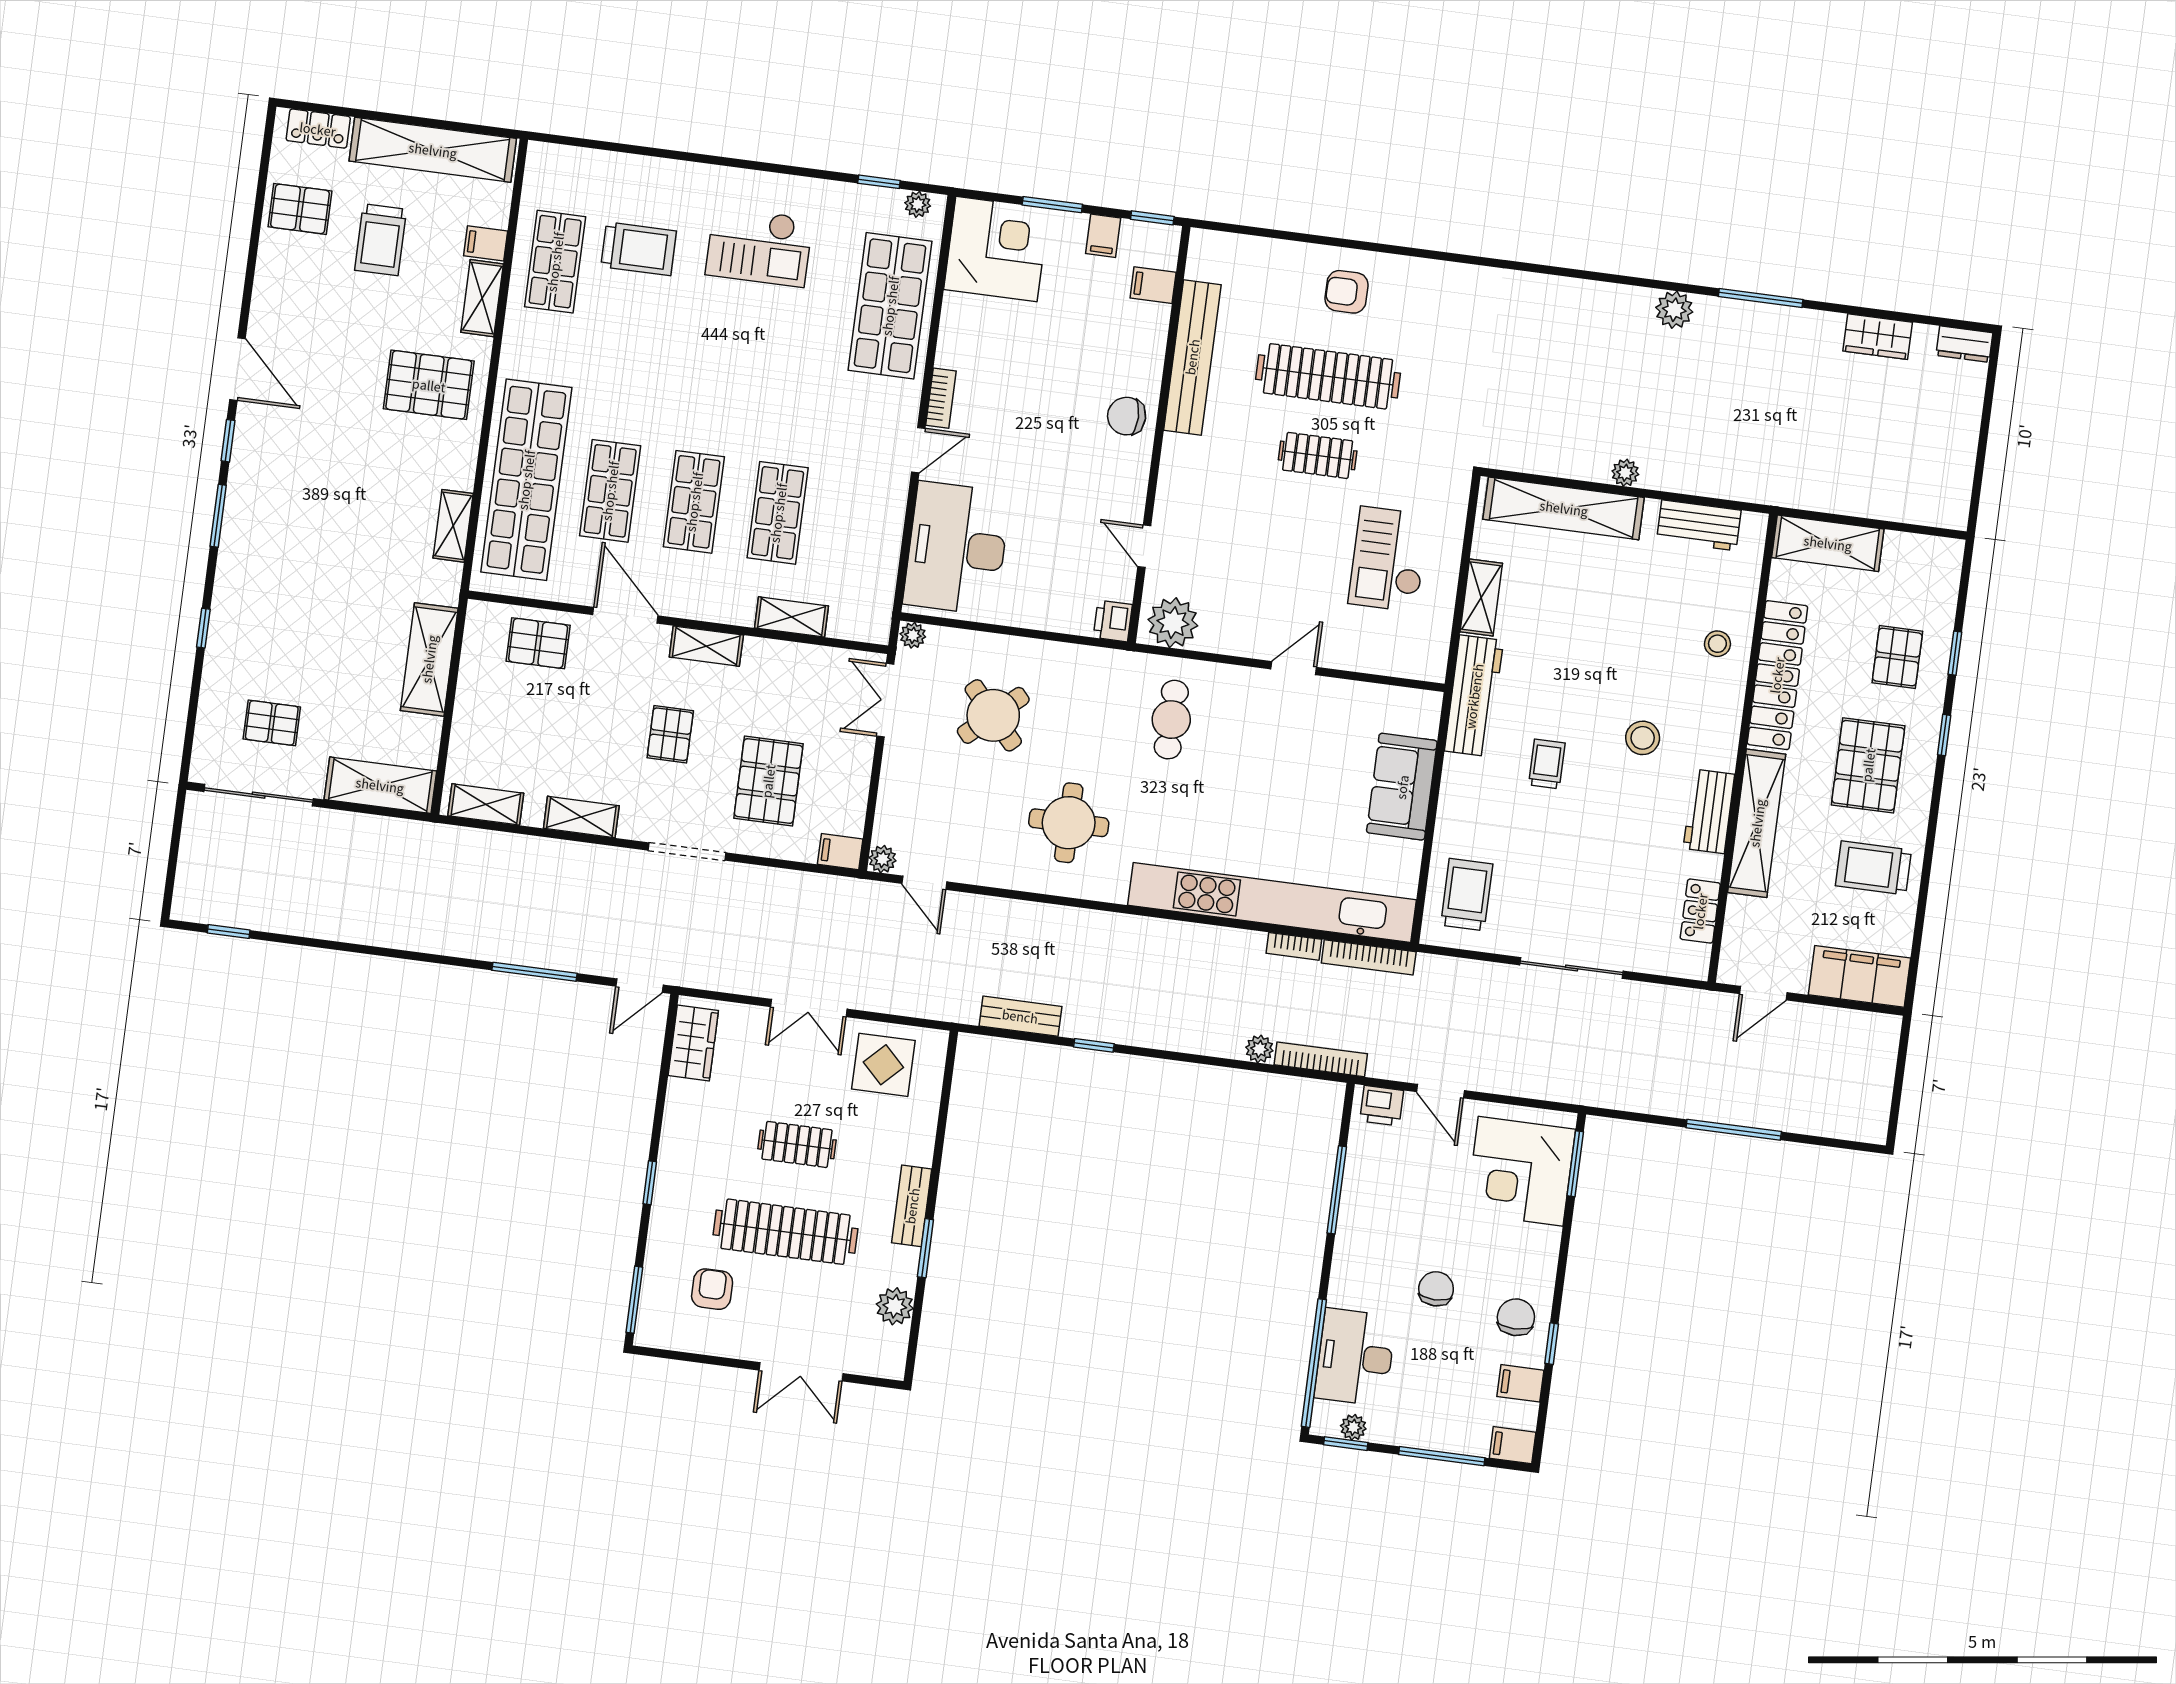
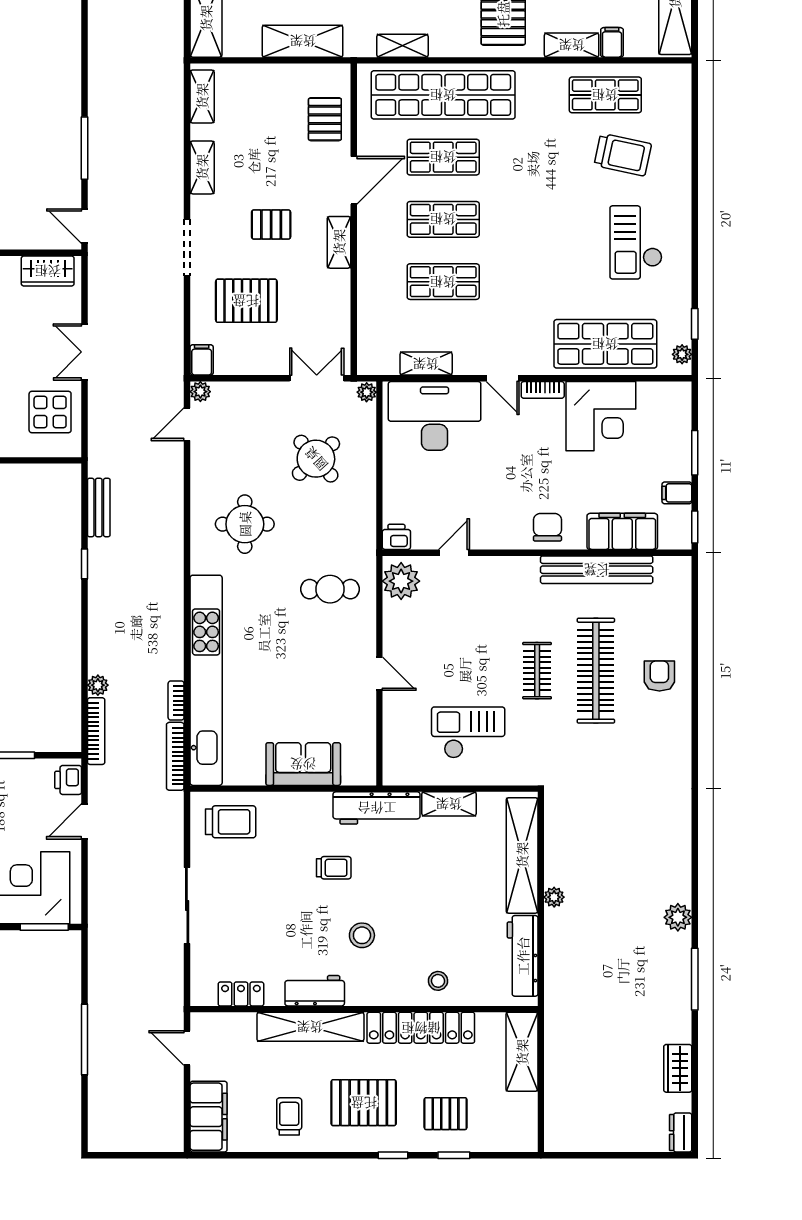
trolley: (639, 249) -> (623, 155), turned -78
corner desk: (996, 249) -> (601, 416), moved
filing cabinet: (1153, 285) -> (622, 531), width x3.00, depth x1.17
workbench: (1699, 525) -> (523, 956), width x1.38
shelving: (792, 617) -> (426, 364), moved, turned 90
trolley: (1873, 868) -> (289, 1116), width x0.73, depth x0.72

